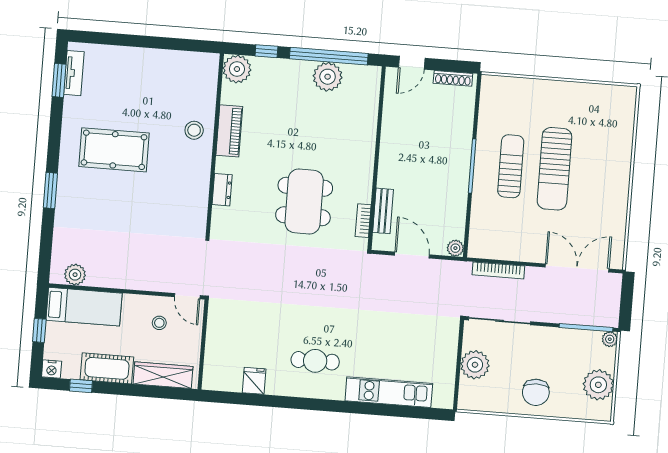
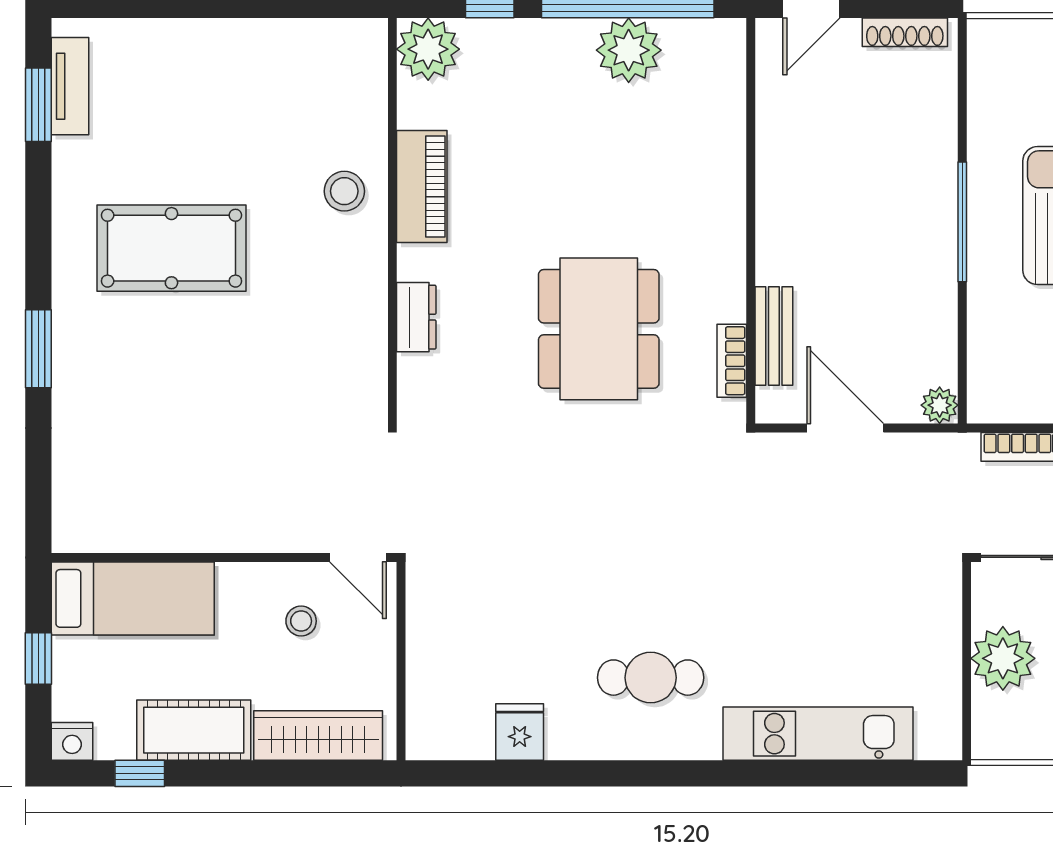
plant: (75, 275) -> (107, 529), removed

